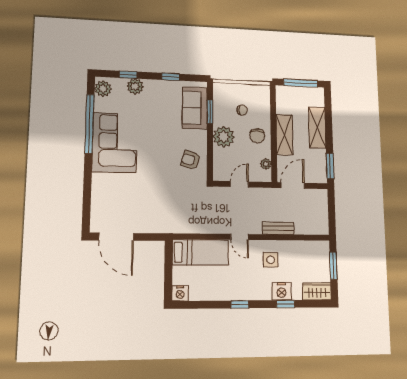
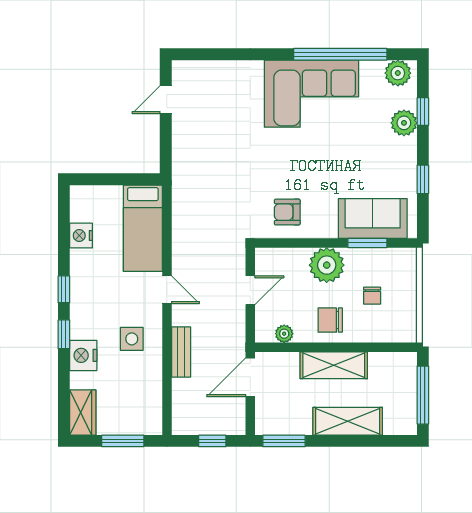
armchair: (191, 160) -> (287, 212), turned -107
door: (239, 184) -> (250, 290), hinge flipped
door: (293, 185) -> (250, 377), swing flipped
window: (332, 210) -> (212, 441), added
door: (116, 237) -> (166, 100), width x0.53
door: (240, 237) -> (167, 290), swing flipped
nightstand: (180, 293) -> (81, 236), moved
window: (286, 304) -> (64, 334), moved

